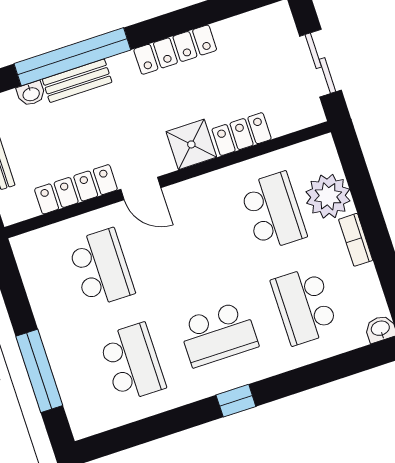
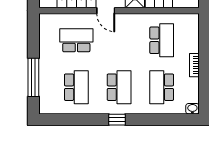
plant: (328, 196) -> (188, 42), removed
school desk: (101, 268) -> (76, 40), turned -90
school desk: (218, 334) -> (119, 87), turned -90

